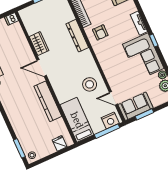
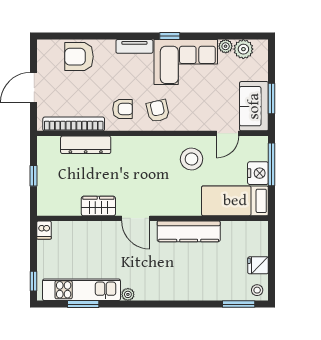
dresser: (77, 36) -> (86, 145), moved
armchair: (108, 53) -> (158, 111), added
door: (42, 68) -> (136, 218), hinge flipped
nightstand: (110, 120) -> (258, 173), moved
fridge: (60, 143) -> (258, 265), moved

